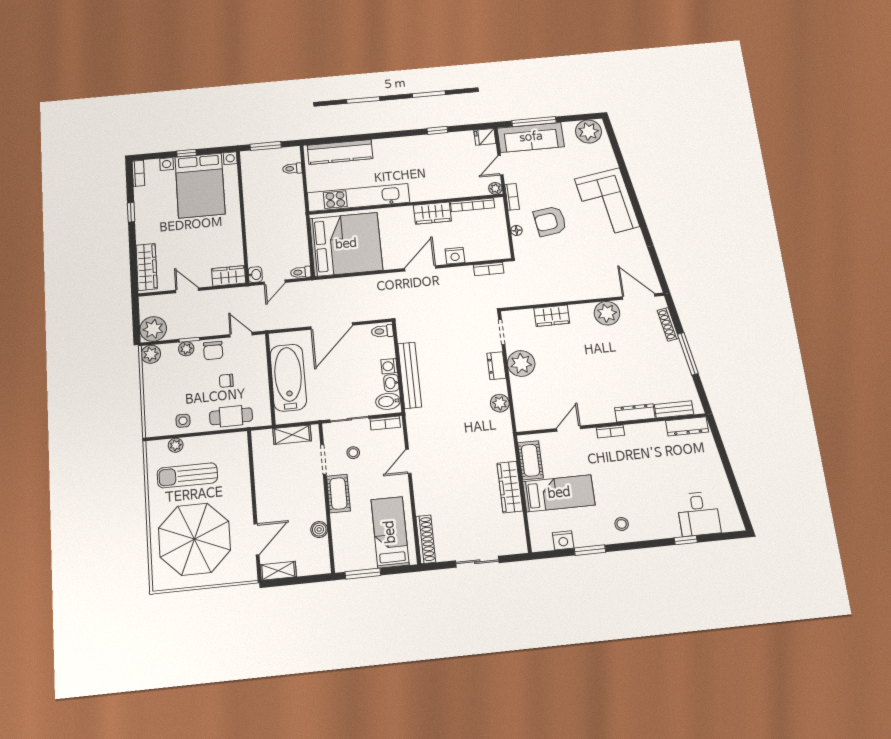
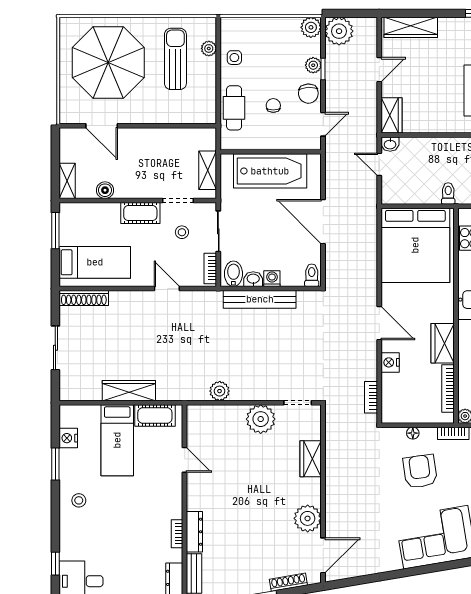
toilet: (301, 272) -> (448, 193), moved
chair: (213, 351) -> (308, 94), turned -93
dresser: (496, 366) -> (261, 392), removed
bookcase: (610, 432) -> (177, 534), moved
shelving: (278, 571) -> (67, 181), moved

